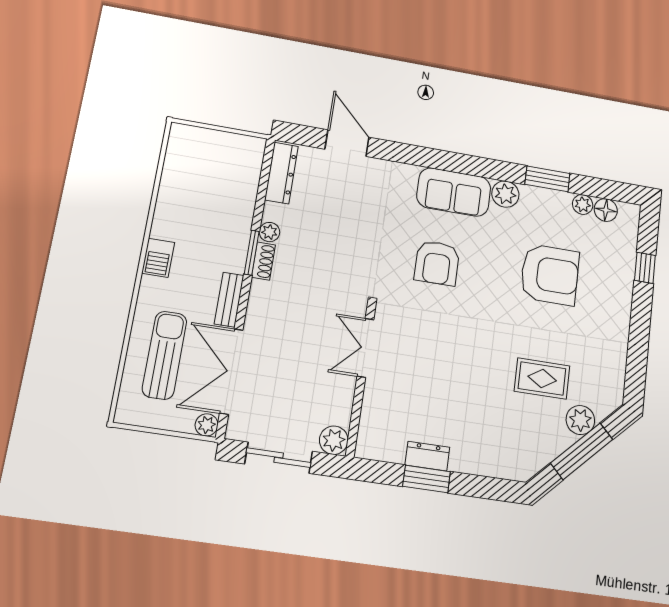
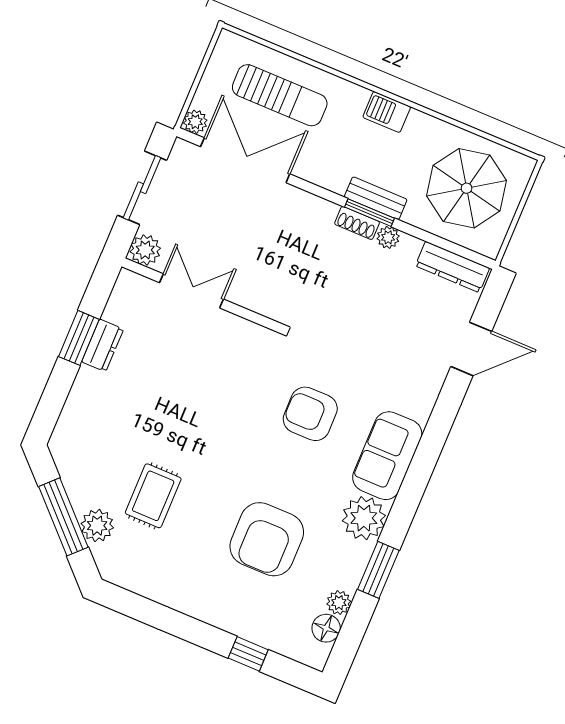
parasol: (210, 176) -> (466, 188), added
plant: (505, 194) -> (364, 518), width x1.36, depth x1.36
bench: (229, 300) -> (376, 198), moved
double door: (365, 348) -> (191, 291), moved

